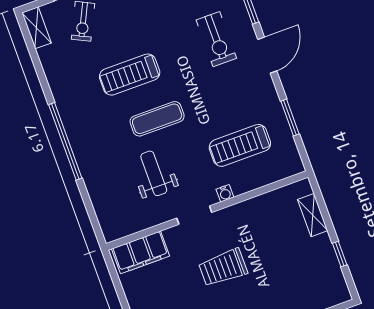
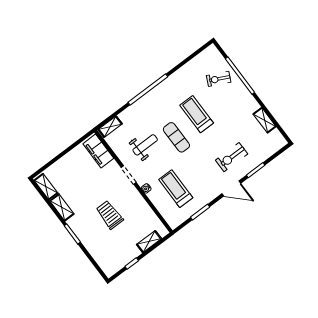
shelving: (37, 28) -> (110, 127), moved
trolley: (223, 268) -> (110, 215), moved

